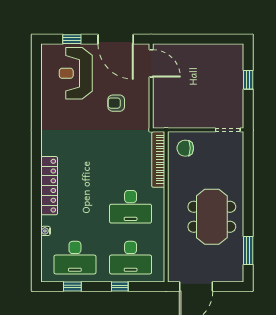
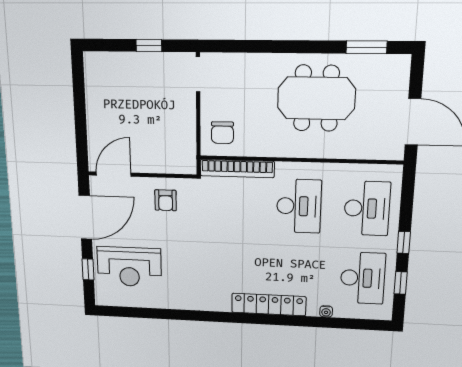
window: (248, 80) -> (149, 46), moved
armchair: (116, 103) -> (166, 200), moved
window: (120, 286) -> (404, 243), moved

